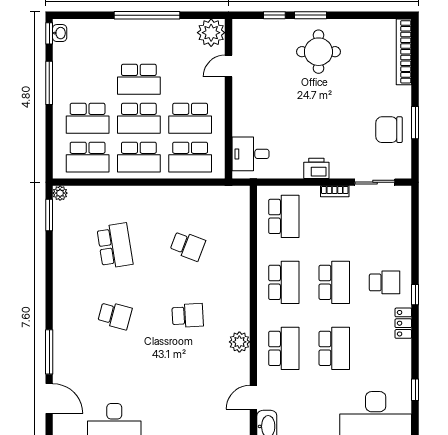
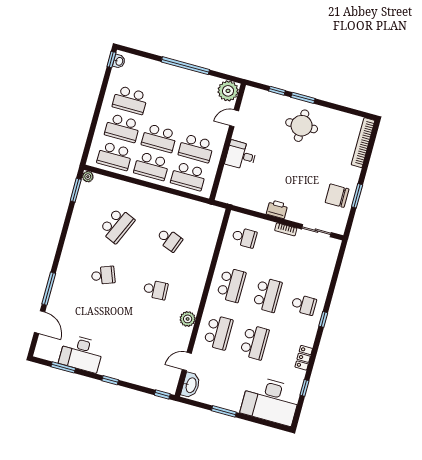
school desk: (139, 79) -> (130, 100), moved
window: (49, 83) -> (102, 95), removed
desk: (251, 154) -> (241, 155), moved
school desk: (284, 216) -> (244, 237), width x0.54
school desk: (115, 246) -> (117, 225), turned 33
school desk: (115, 315) -> (103, 275), turned -36
locker: (403, 323) -> (304, 358), moved

